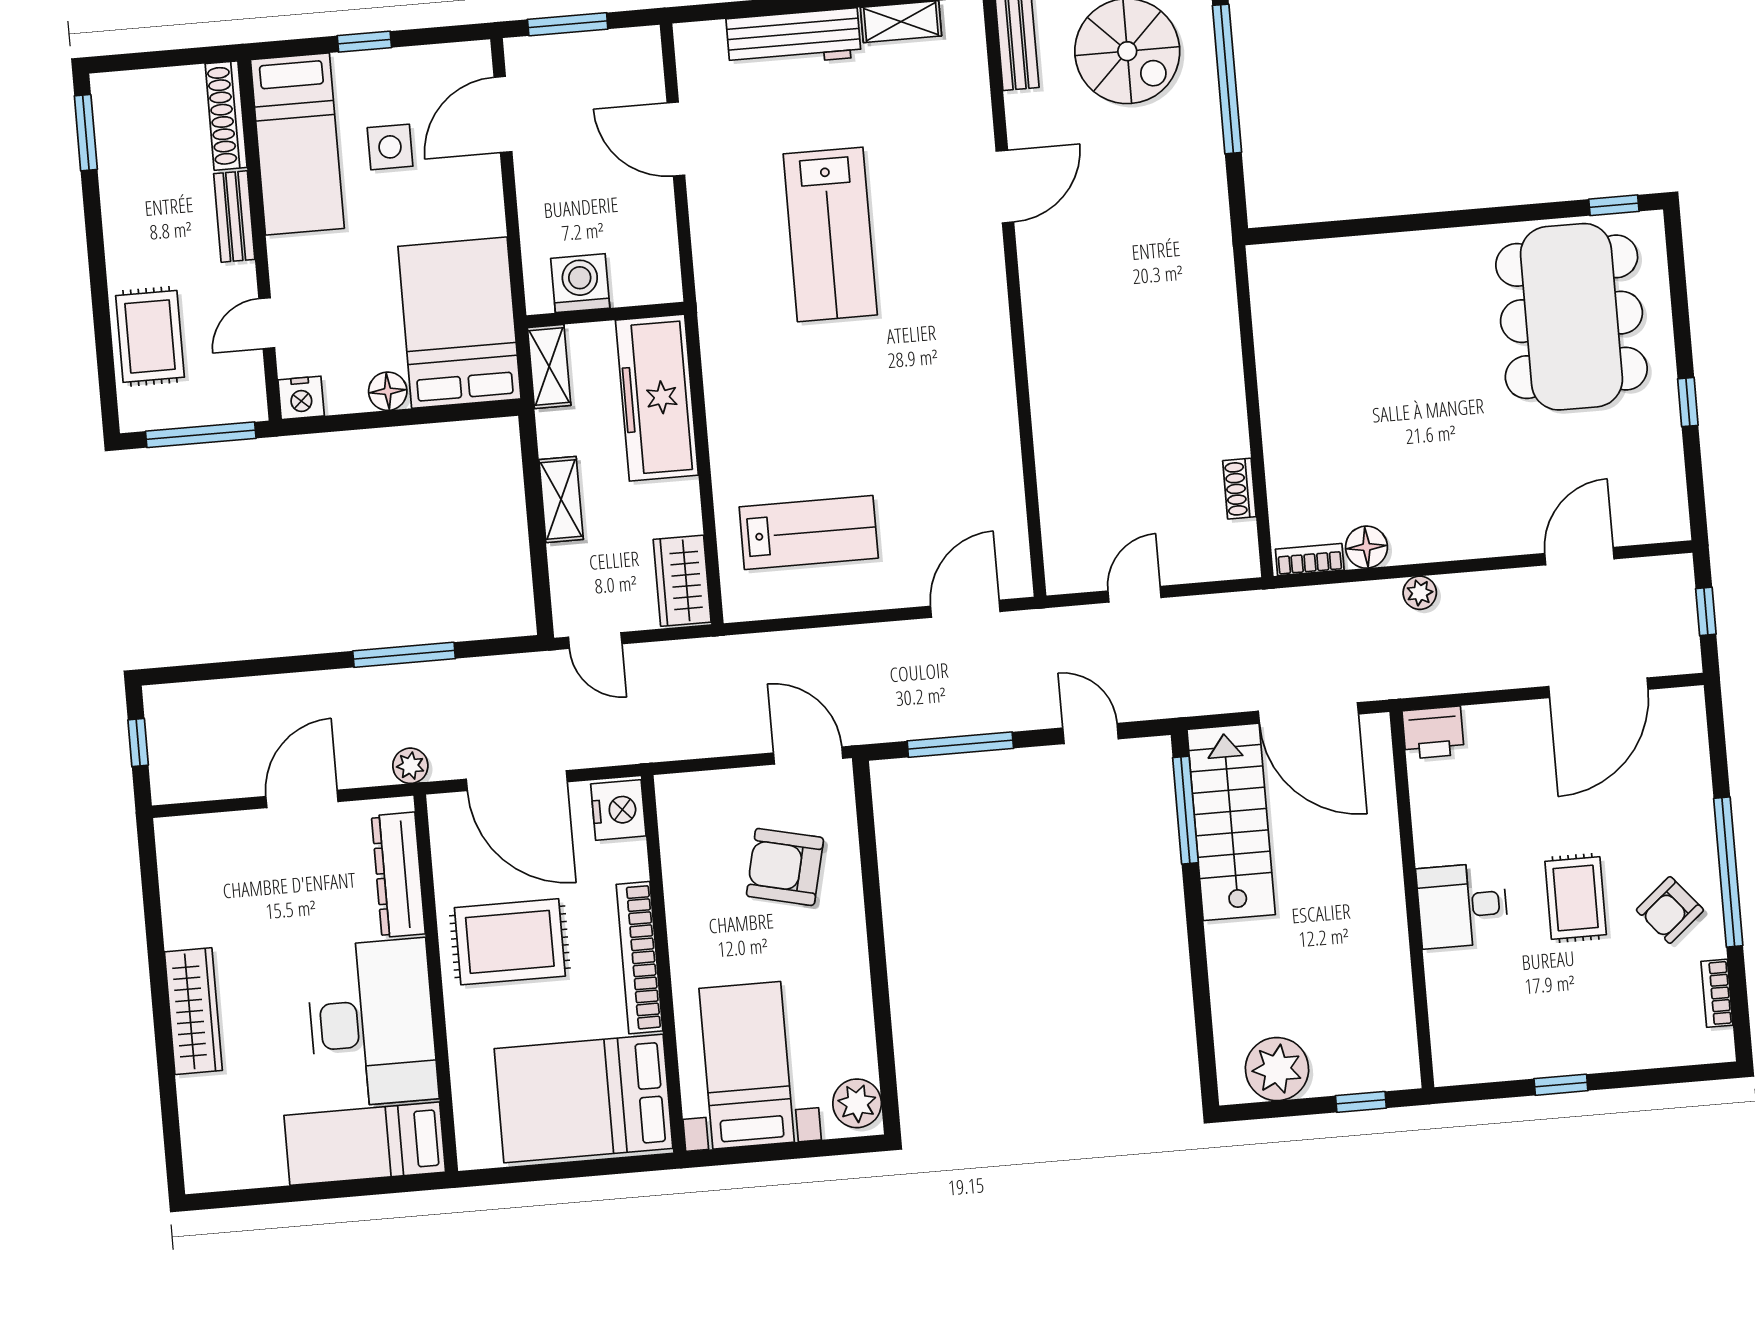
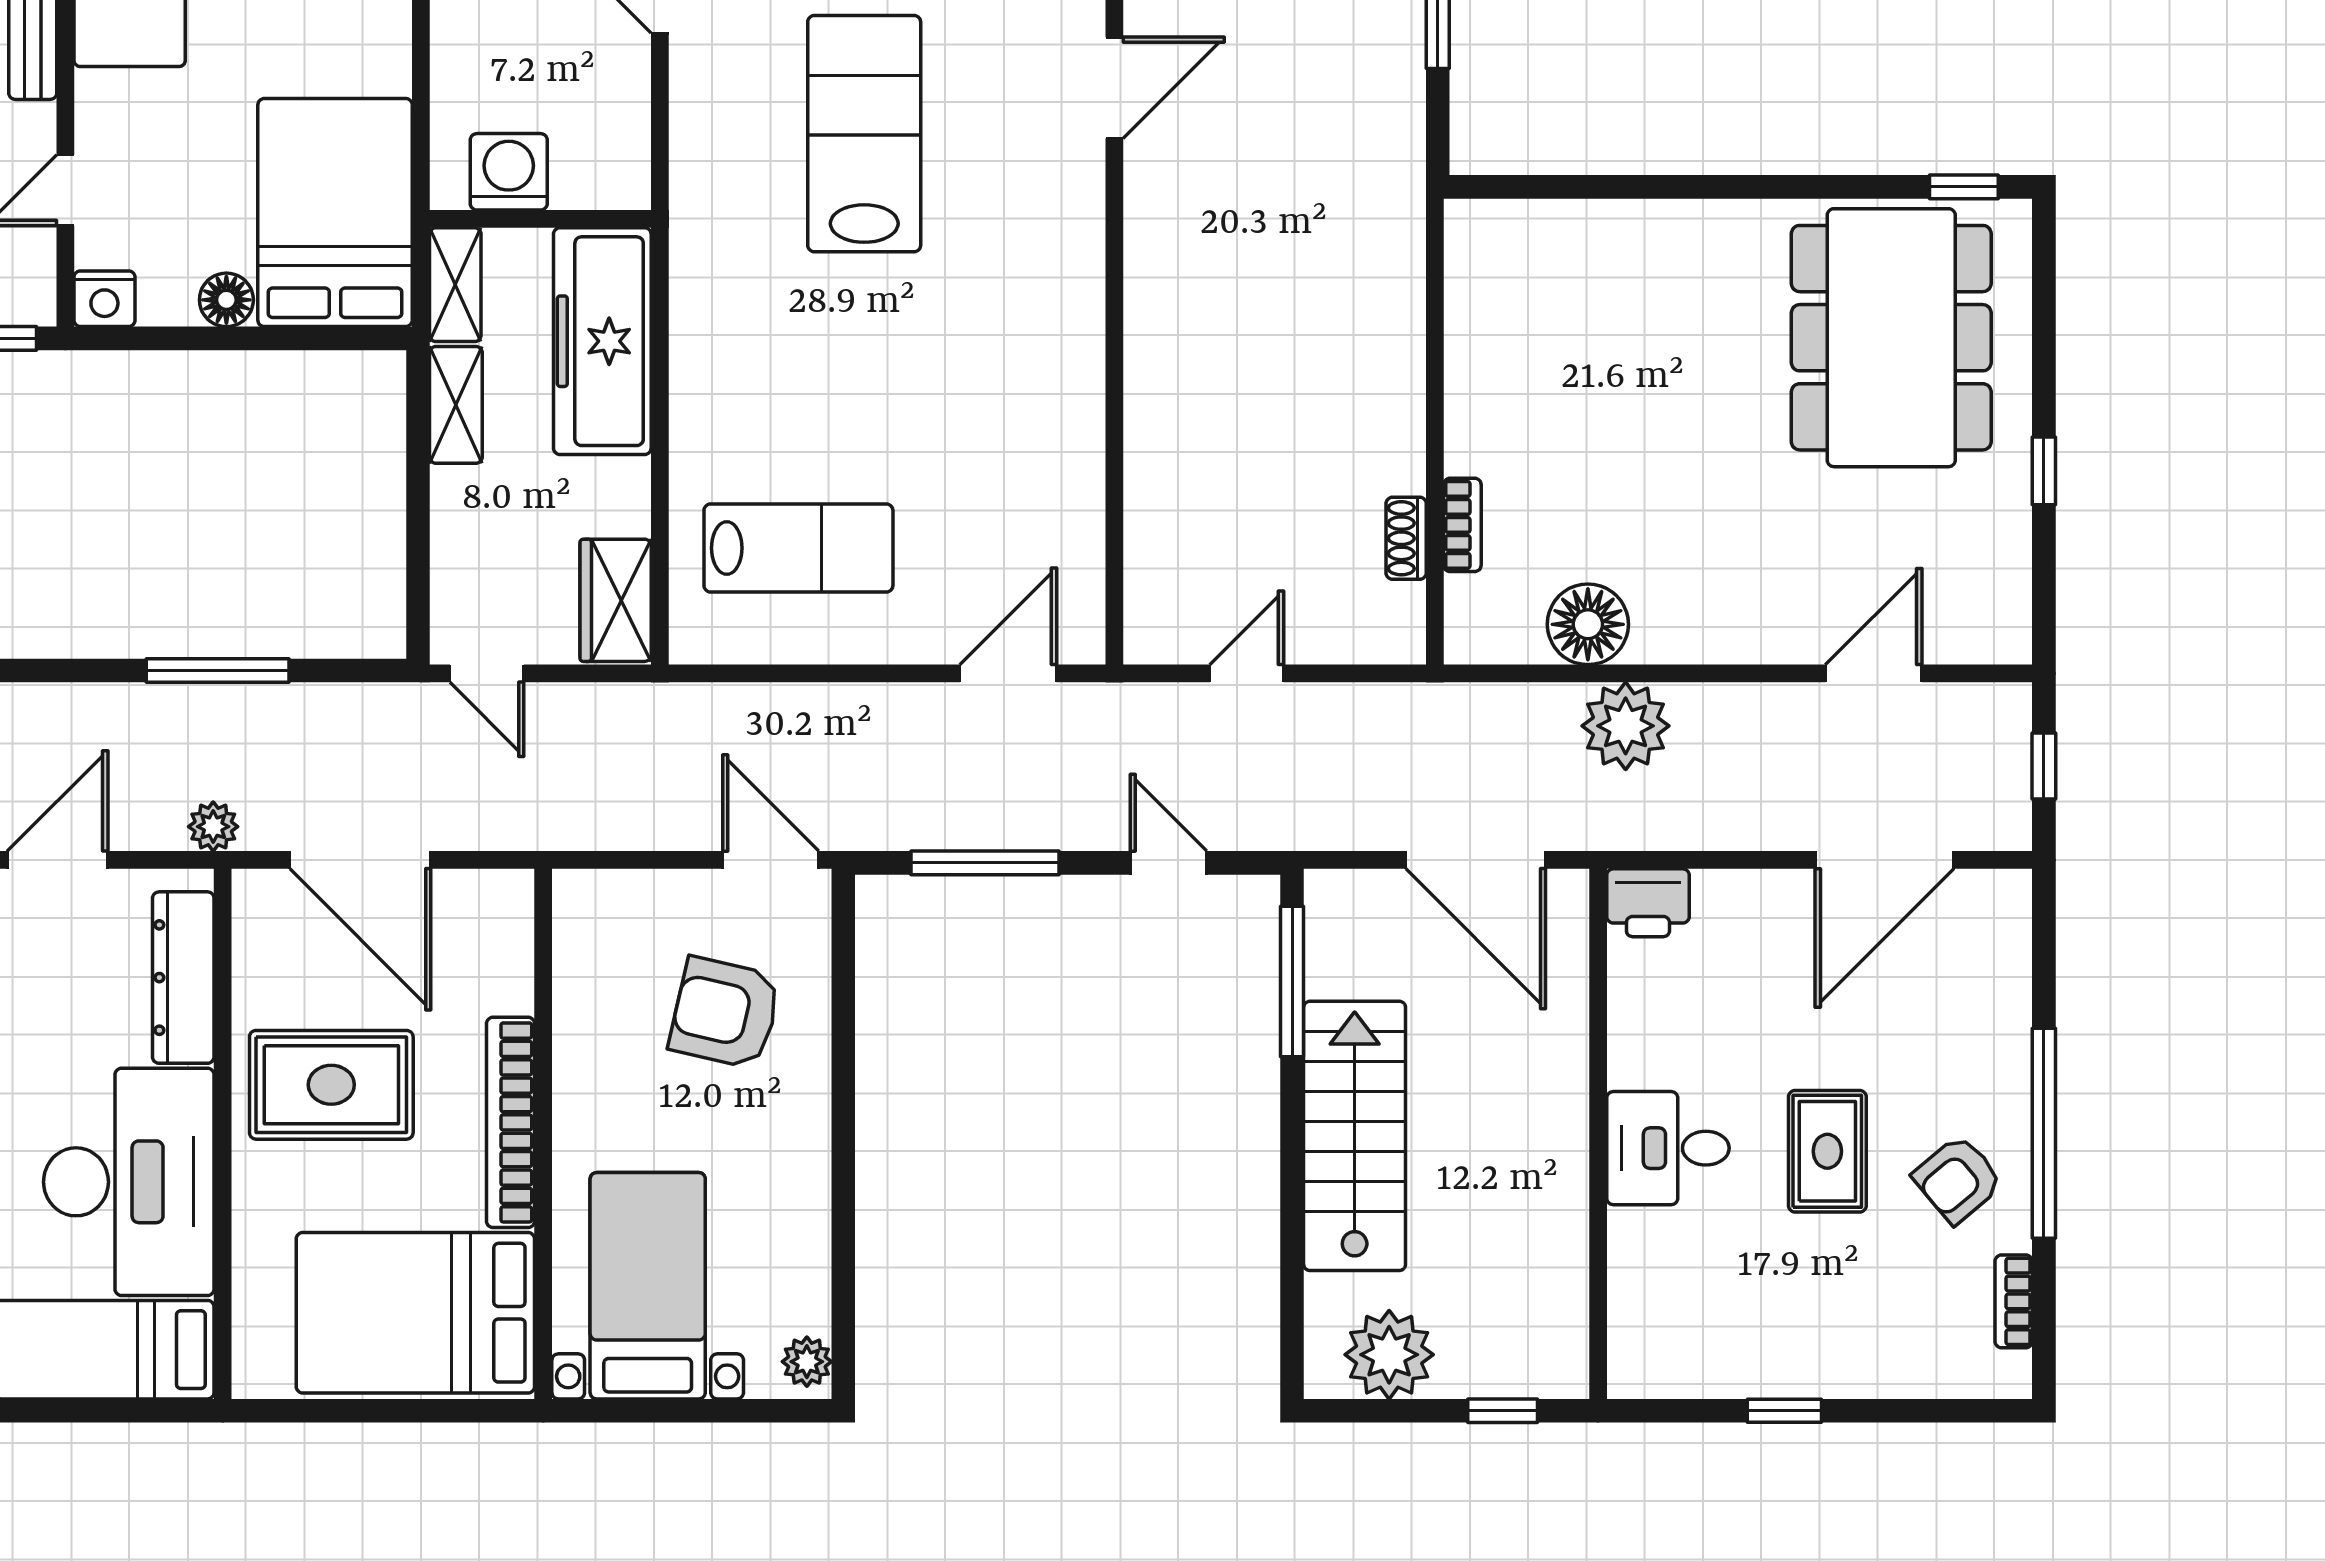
lab bench: (830, 234) -> (864, 134), turned 180
shelving: (561, 500) -> (456, 405), moved
floor lamp: (1366, 547) -> (1588, 624), width x1.38, depth x1.38
bookcase: (1310, 560) -> (1462, 525), moved, turned 90
plant: (1420, 593) -> (1626, 726), width x1.88, depth x1.88
nightstand: (618, 810) -> (499, 913), removed
stairs: (1231, 822) -> (1355, 1136), moved
plant: (857, 1103) -> (807, 1362), width x0.73, depth x0.73

